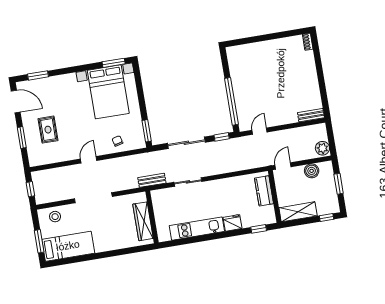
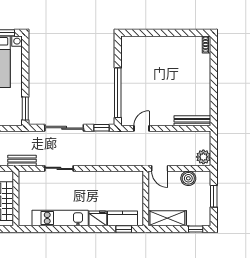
bench: (311, 115) -> (192, 121), width x1.36
door: (283, 166) -> (160, 168), swing flipped
kitchen counter: (264, 191) -> (122, 218), moved, turned 90

